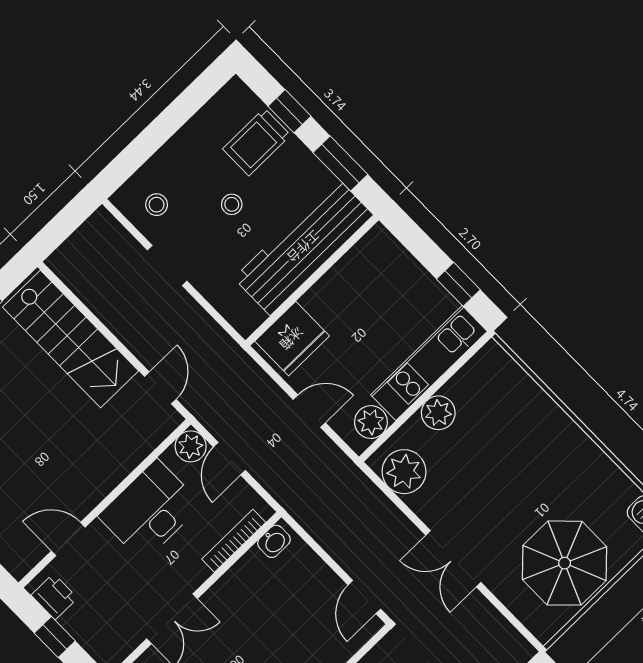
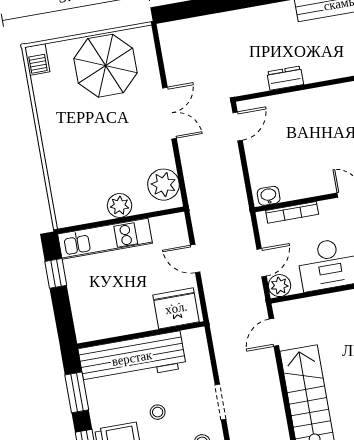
plant: (371, 422) -> (163, 227), removed

